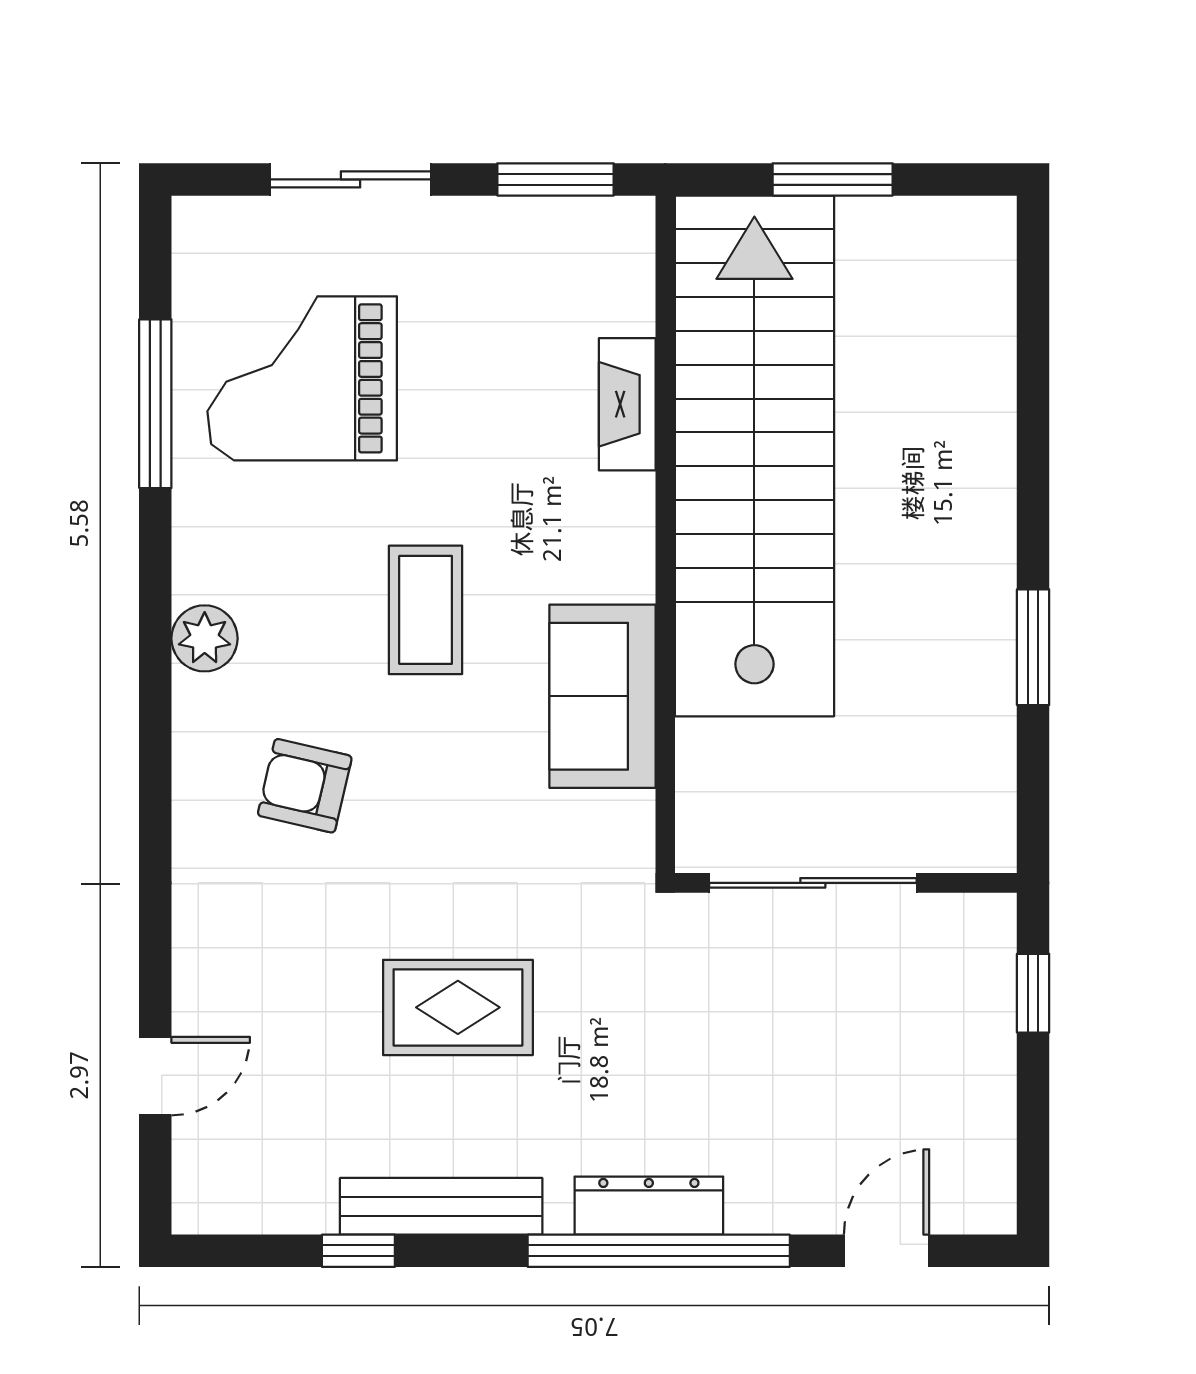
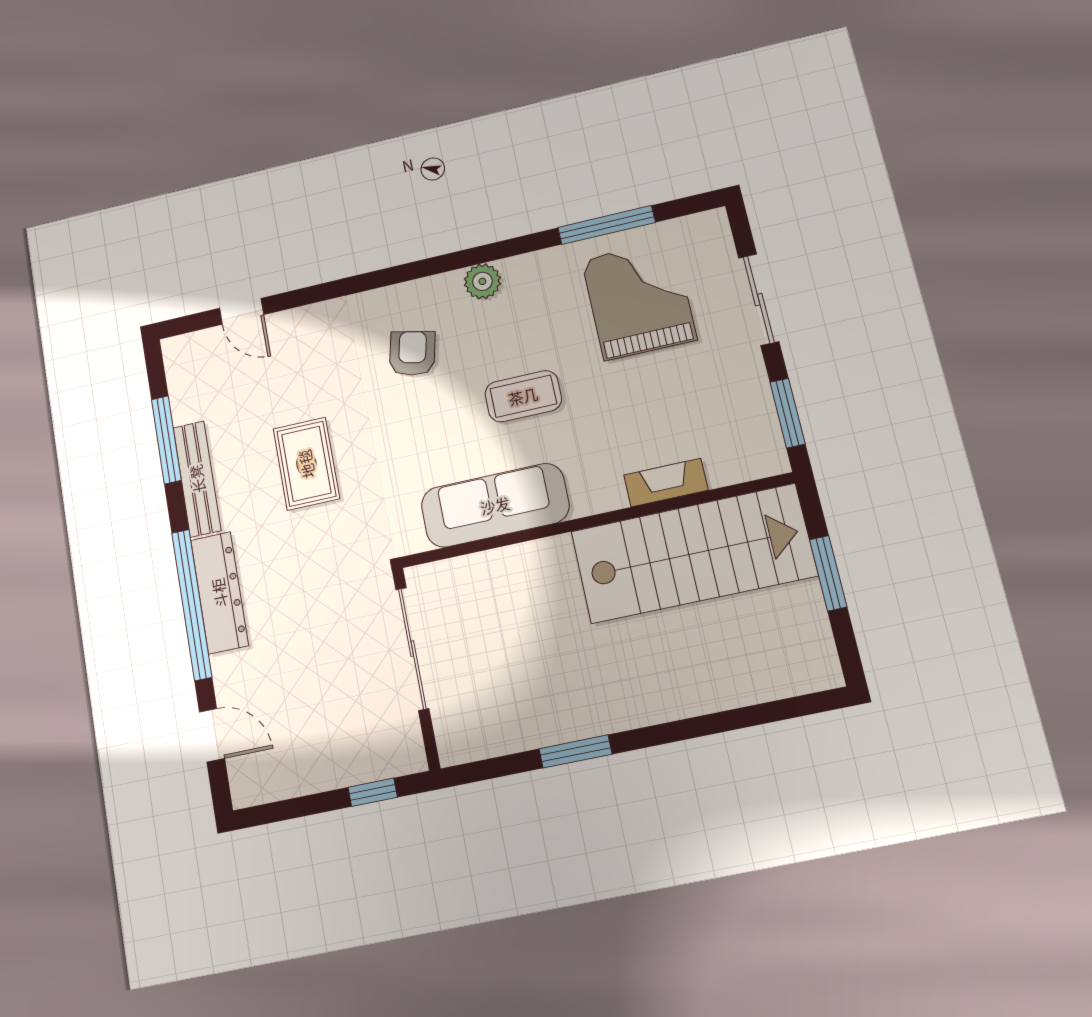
stairs: (754, 456) -> (693, 553), width x0.73
sofa: (602, 696) -> (495, 505), width x1.36
dresser: (649, 1206) -> (219, 593), width x1.37, depth x1.24
window: (358, 1251) -> (166, 440), width x2.17

